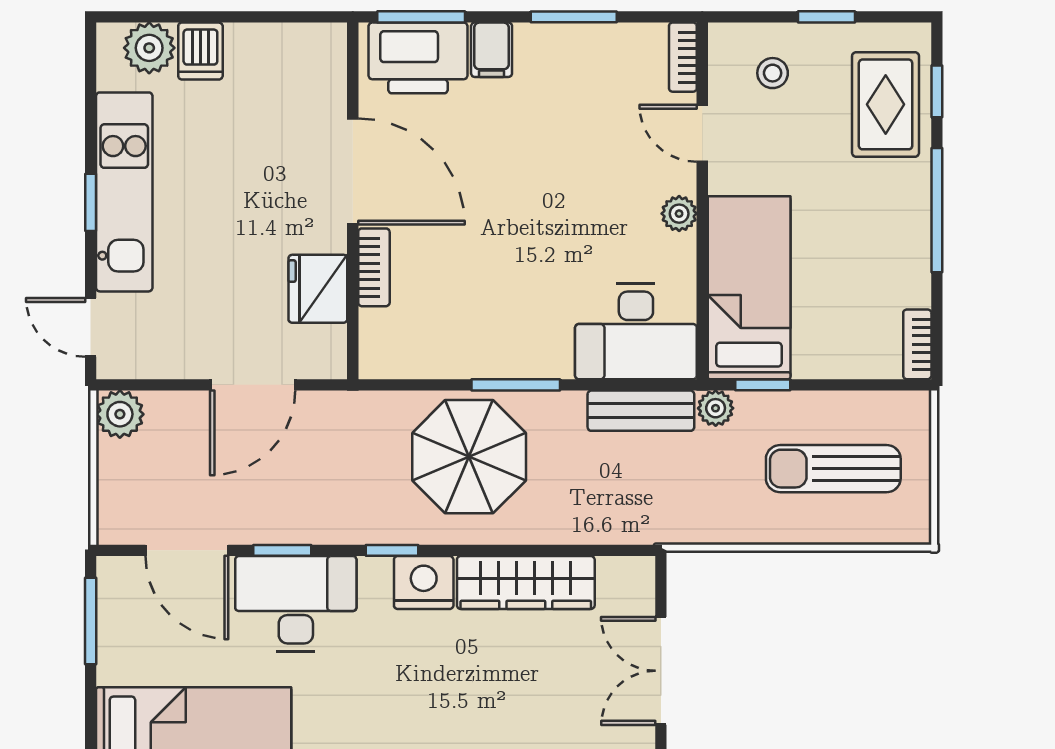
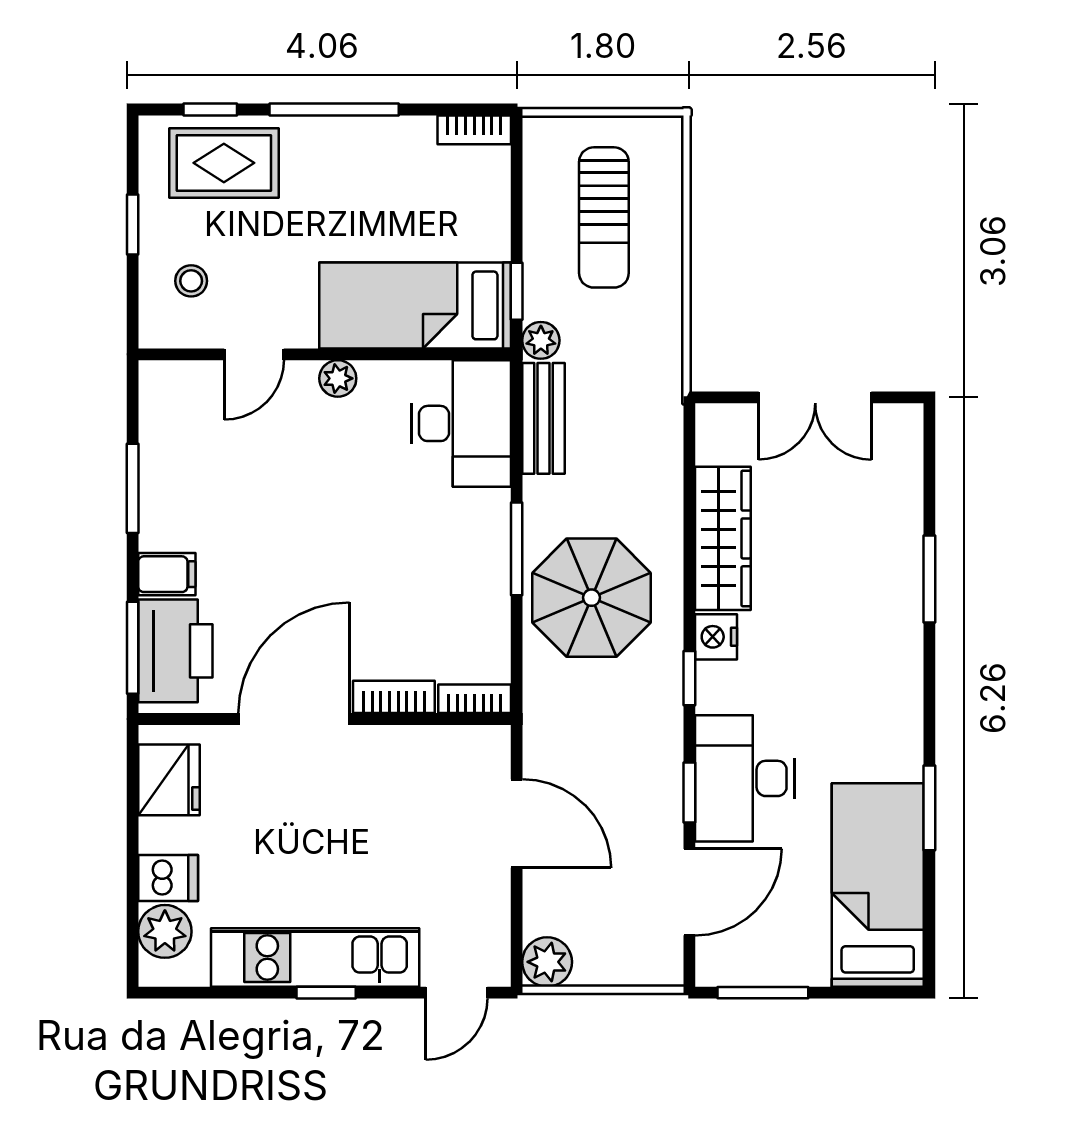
bookcase: (683, 57) -> (475, 699), moved, turned 180
fridge: (318, 289) -> (169, 780), moved, turned -90
nightstand: (424, 583) -> (716, 637), width x0.74, depth x0.75

